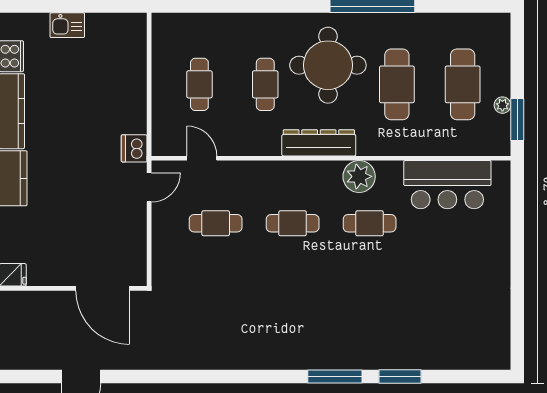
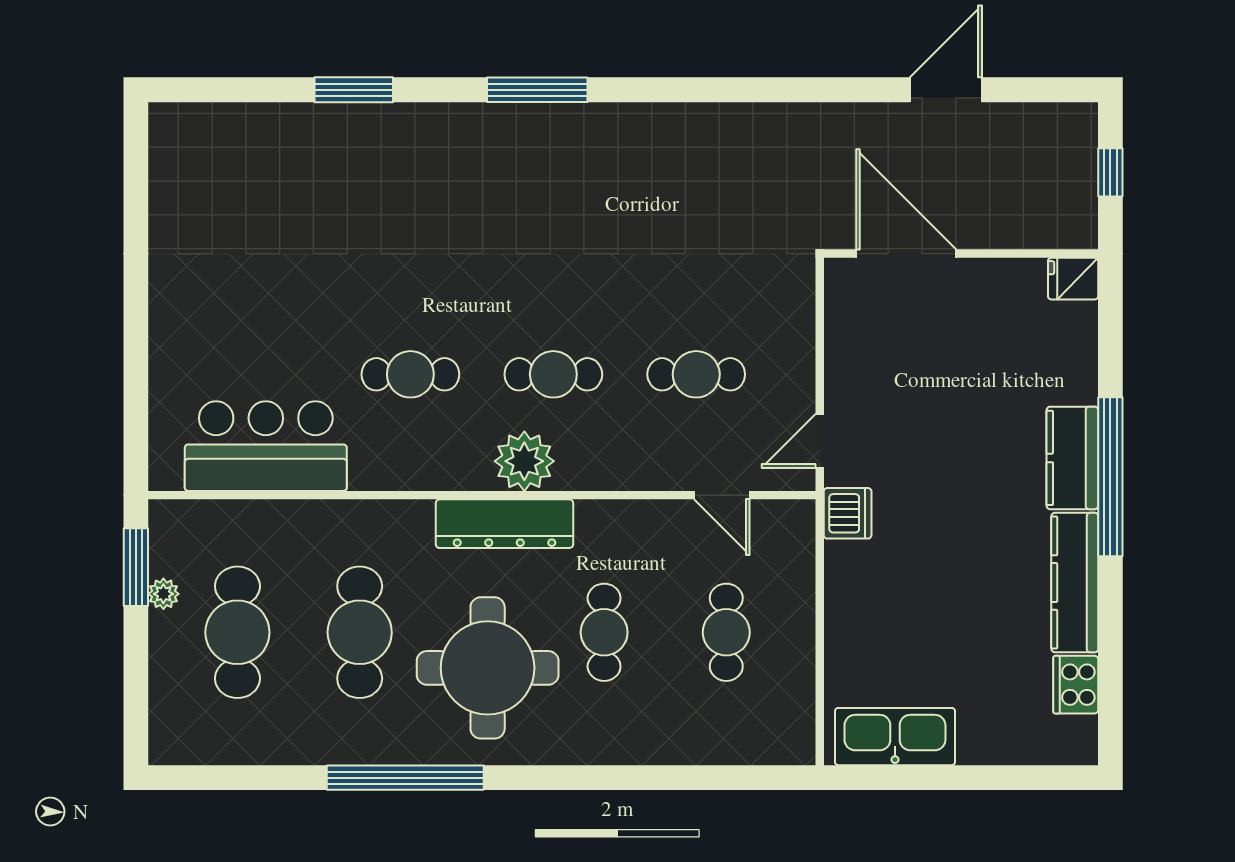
kitchen sink: (67, 25) -> (895, 737), moved, width x1.87, depth x1.24
plant: (359, 176) -> (524, 461), moved
window: (335, 376) -> (537, 90), moved

